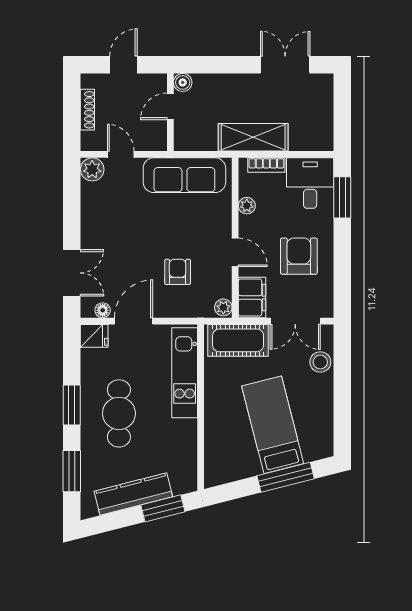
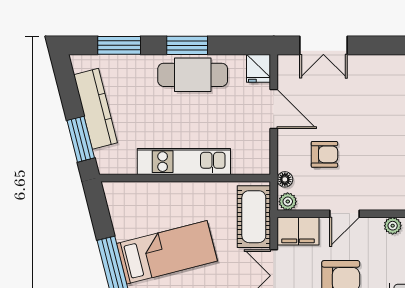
floor lamp: (103, 310) -> (285, 179), moved
kitchen unit: (185, 373) -> (184, 162), moved
cafe table: (119, 413) -> (193, 75), moved

